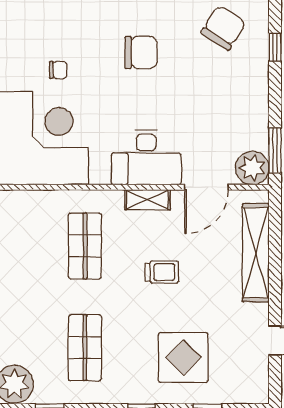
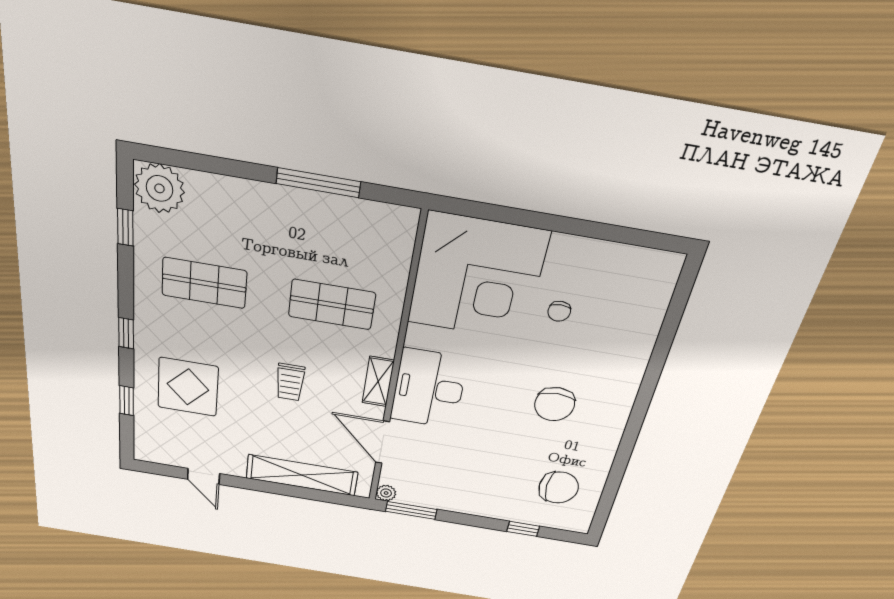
chair: (223, 28) -> (559, 487), turned -33
plant: (252, 168) -> (386, 493), width x0.53, depth x0.53

